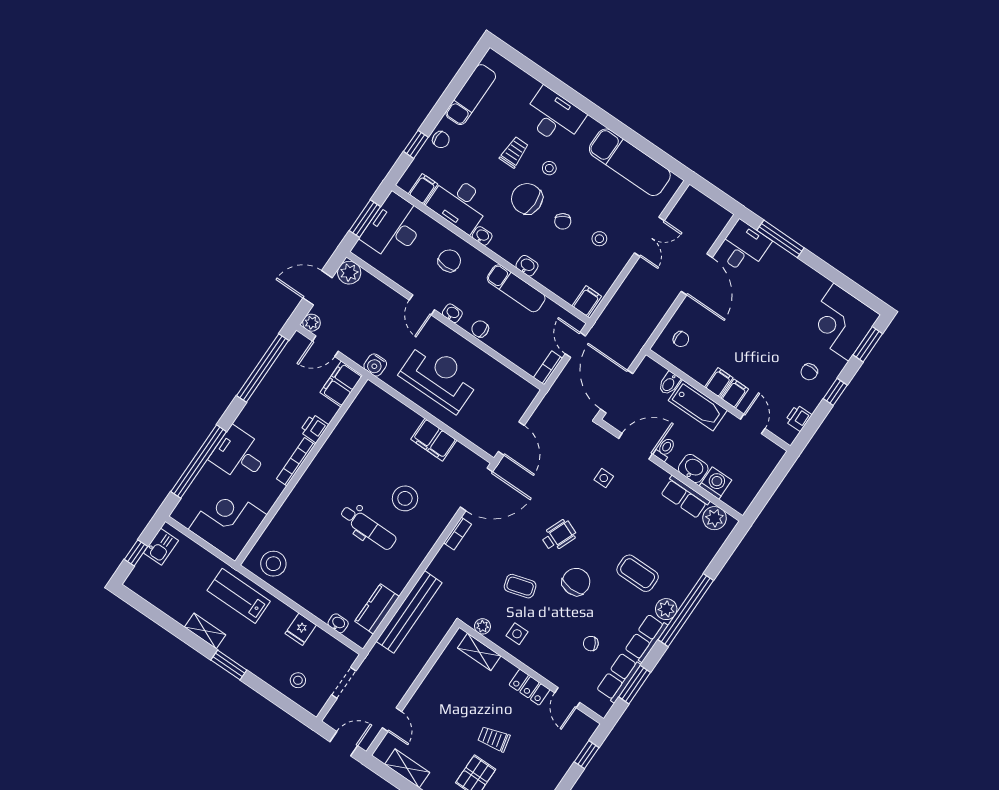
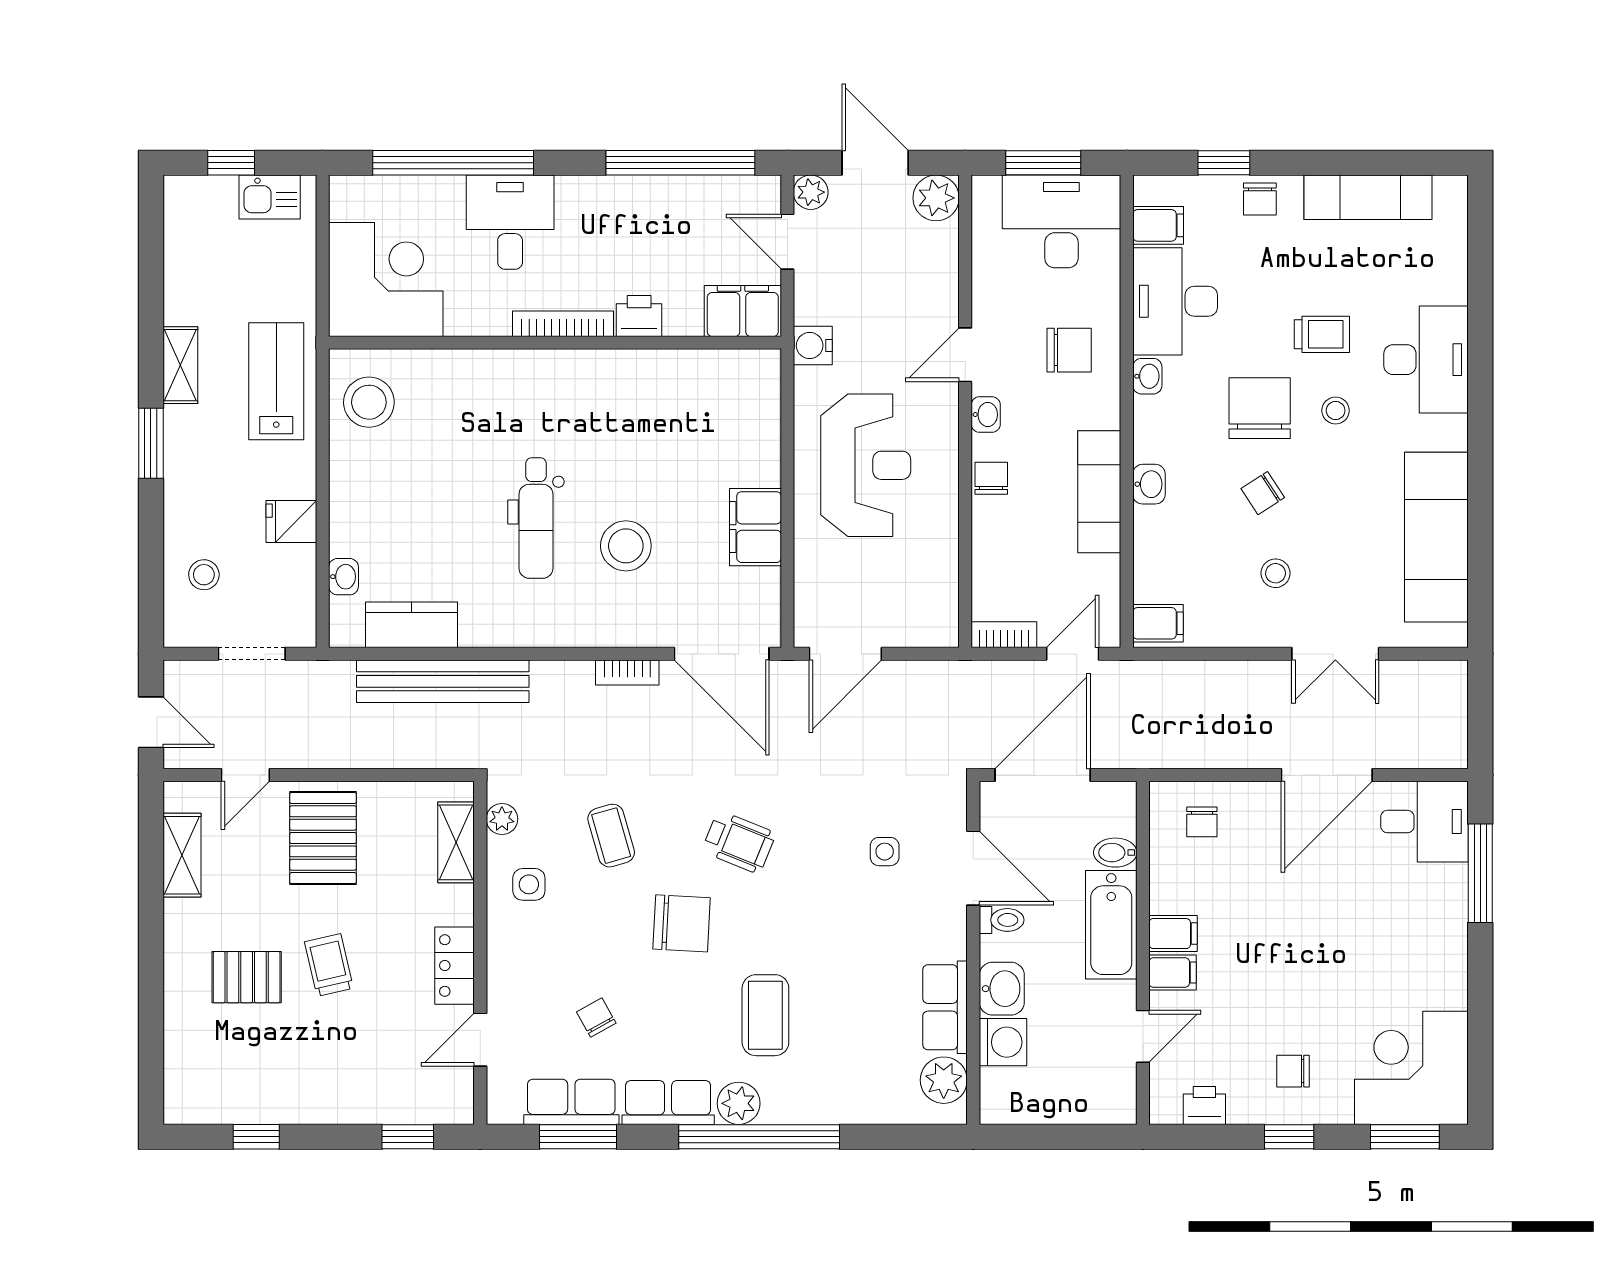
pallet: (440, 705) -> (323, 838), added

